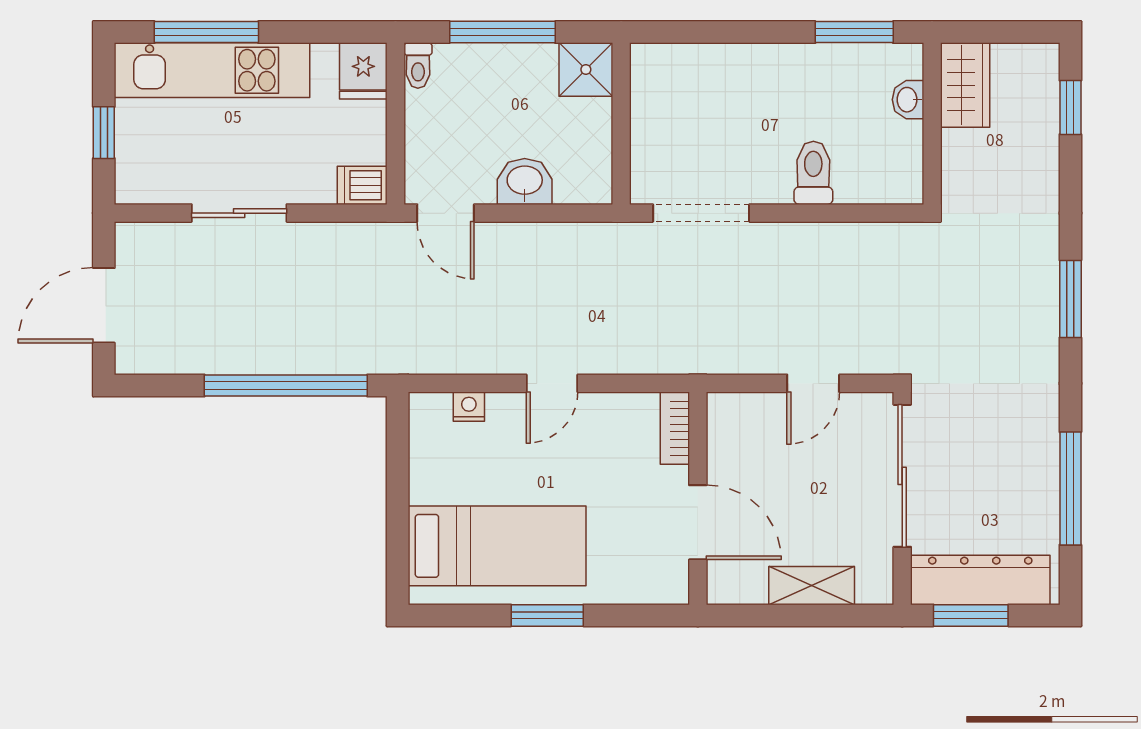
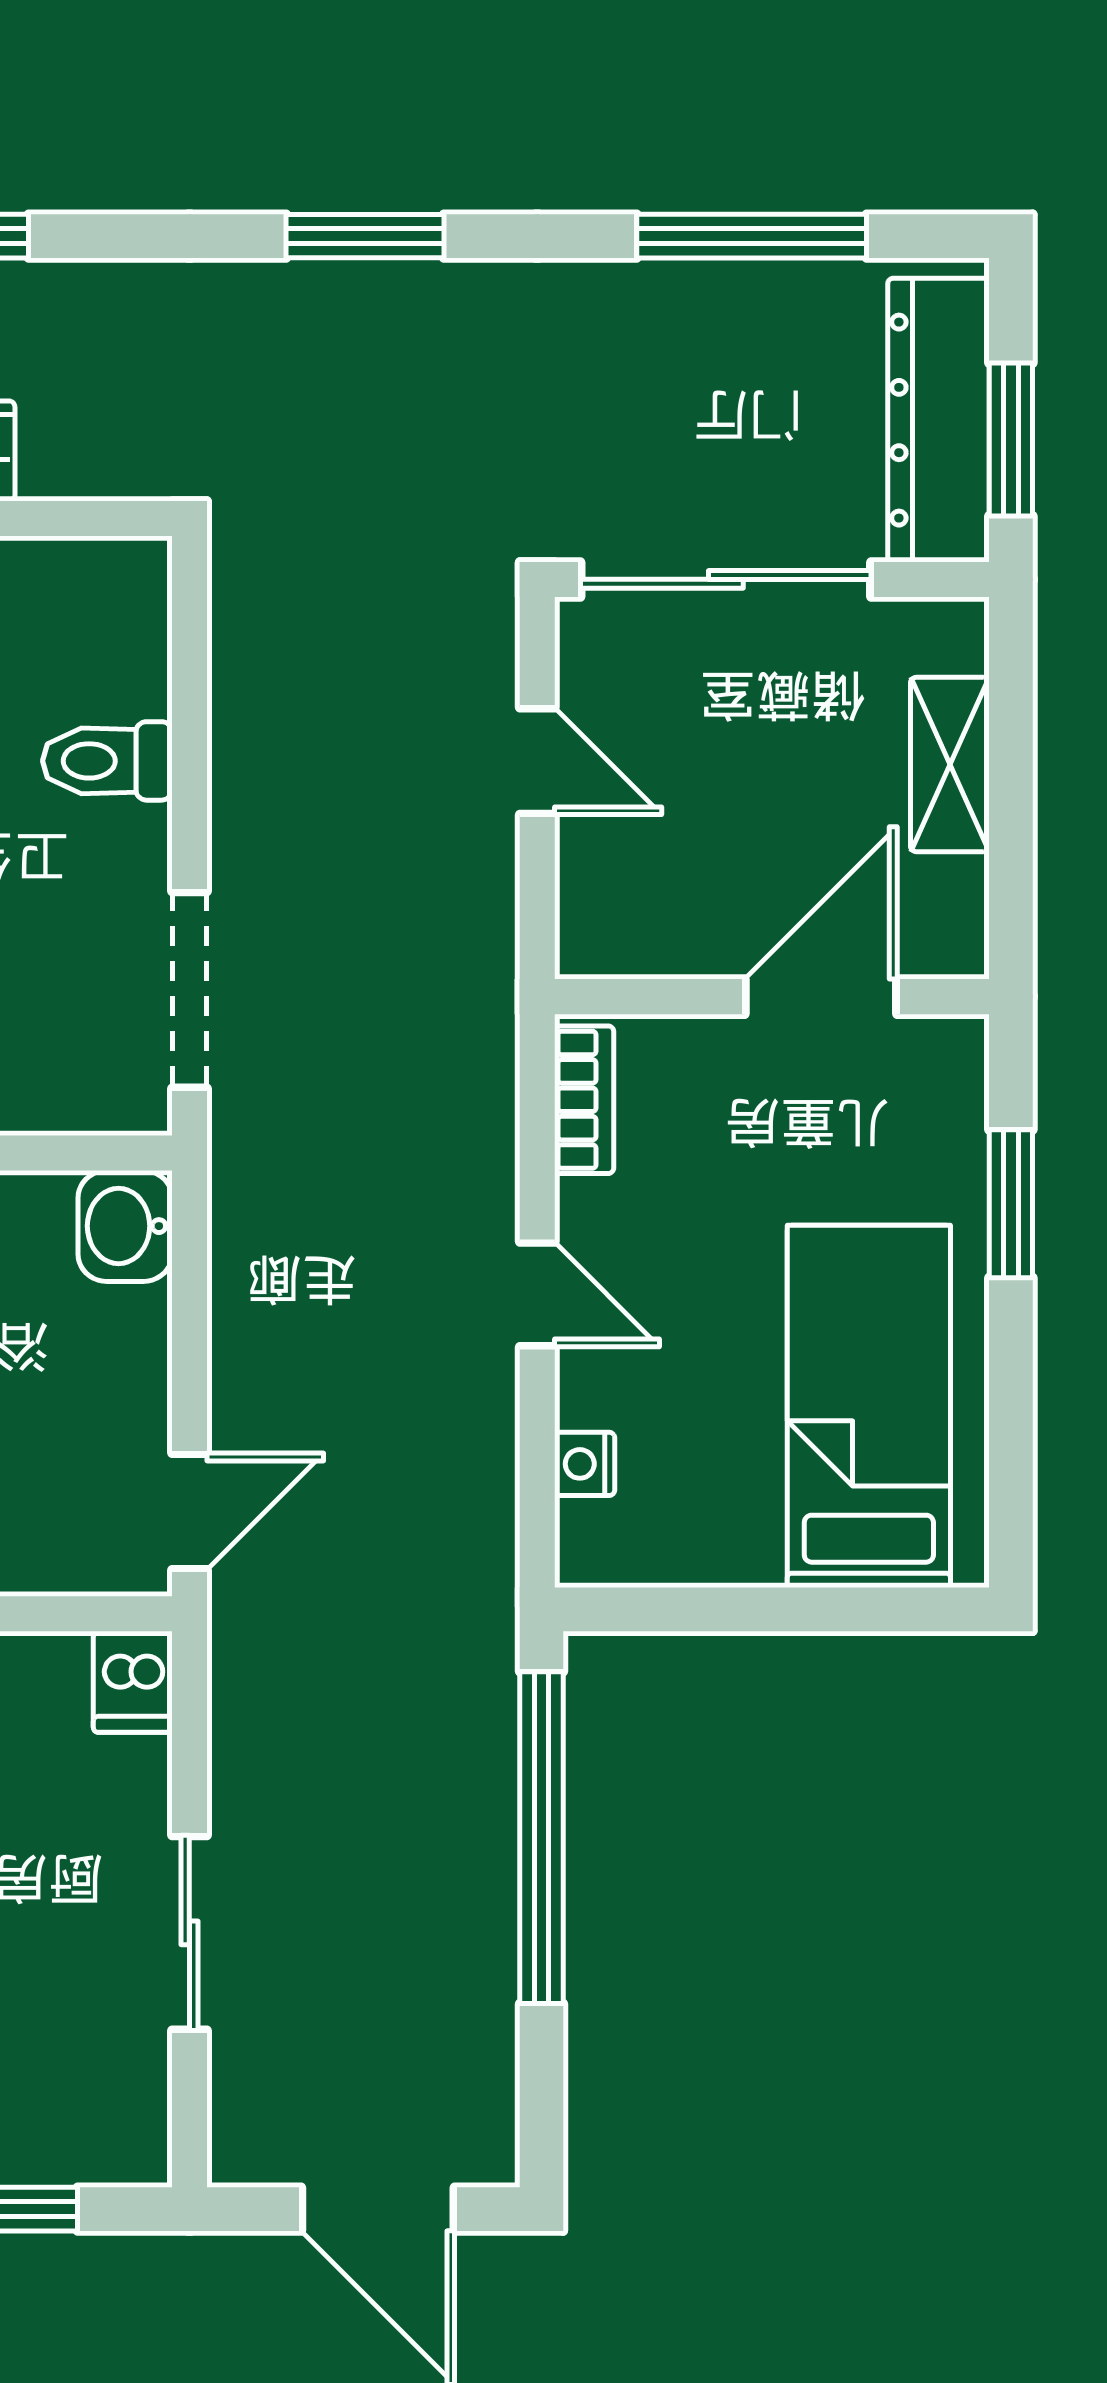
washbasin: (525, 181) -> (125, 1226), moved
bookcase: (675, 428) -> (584, 1100), moved, turned -90
window: (547, 615) -> (1011, 1204), moved

